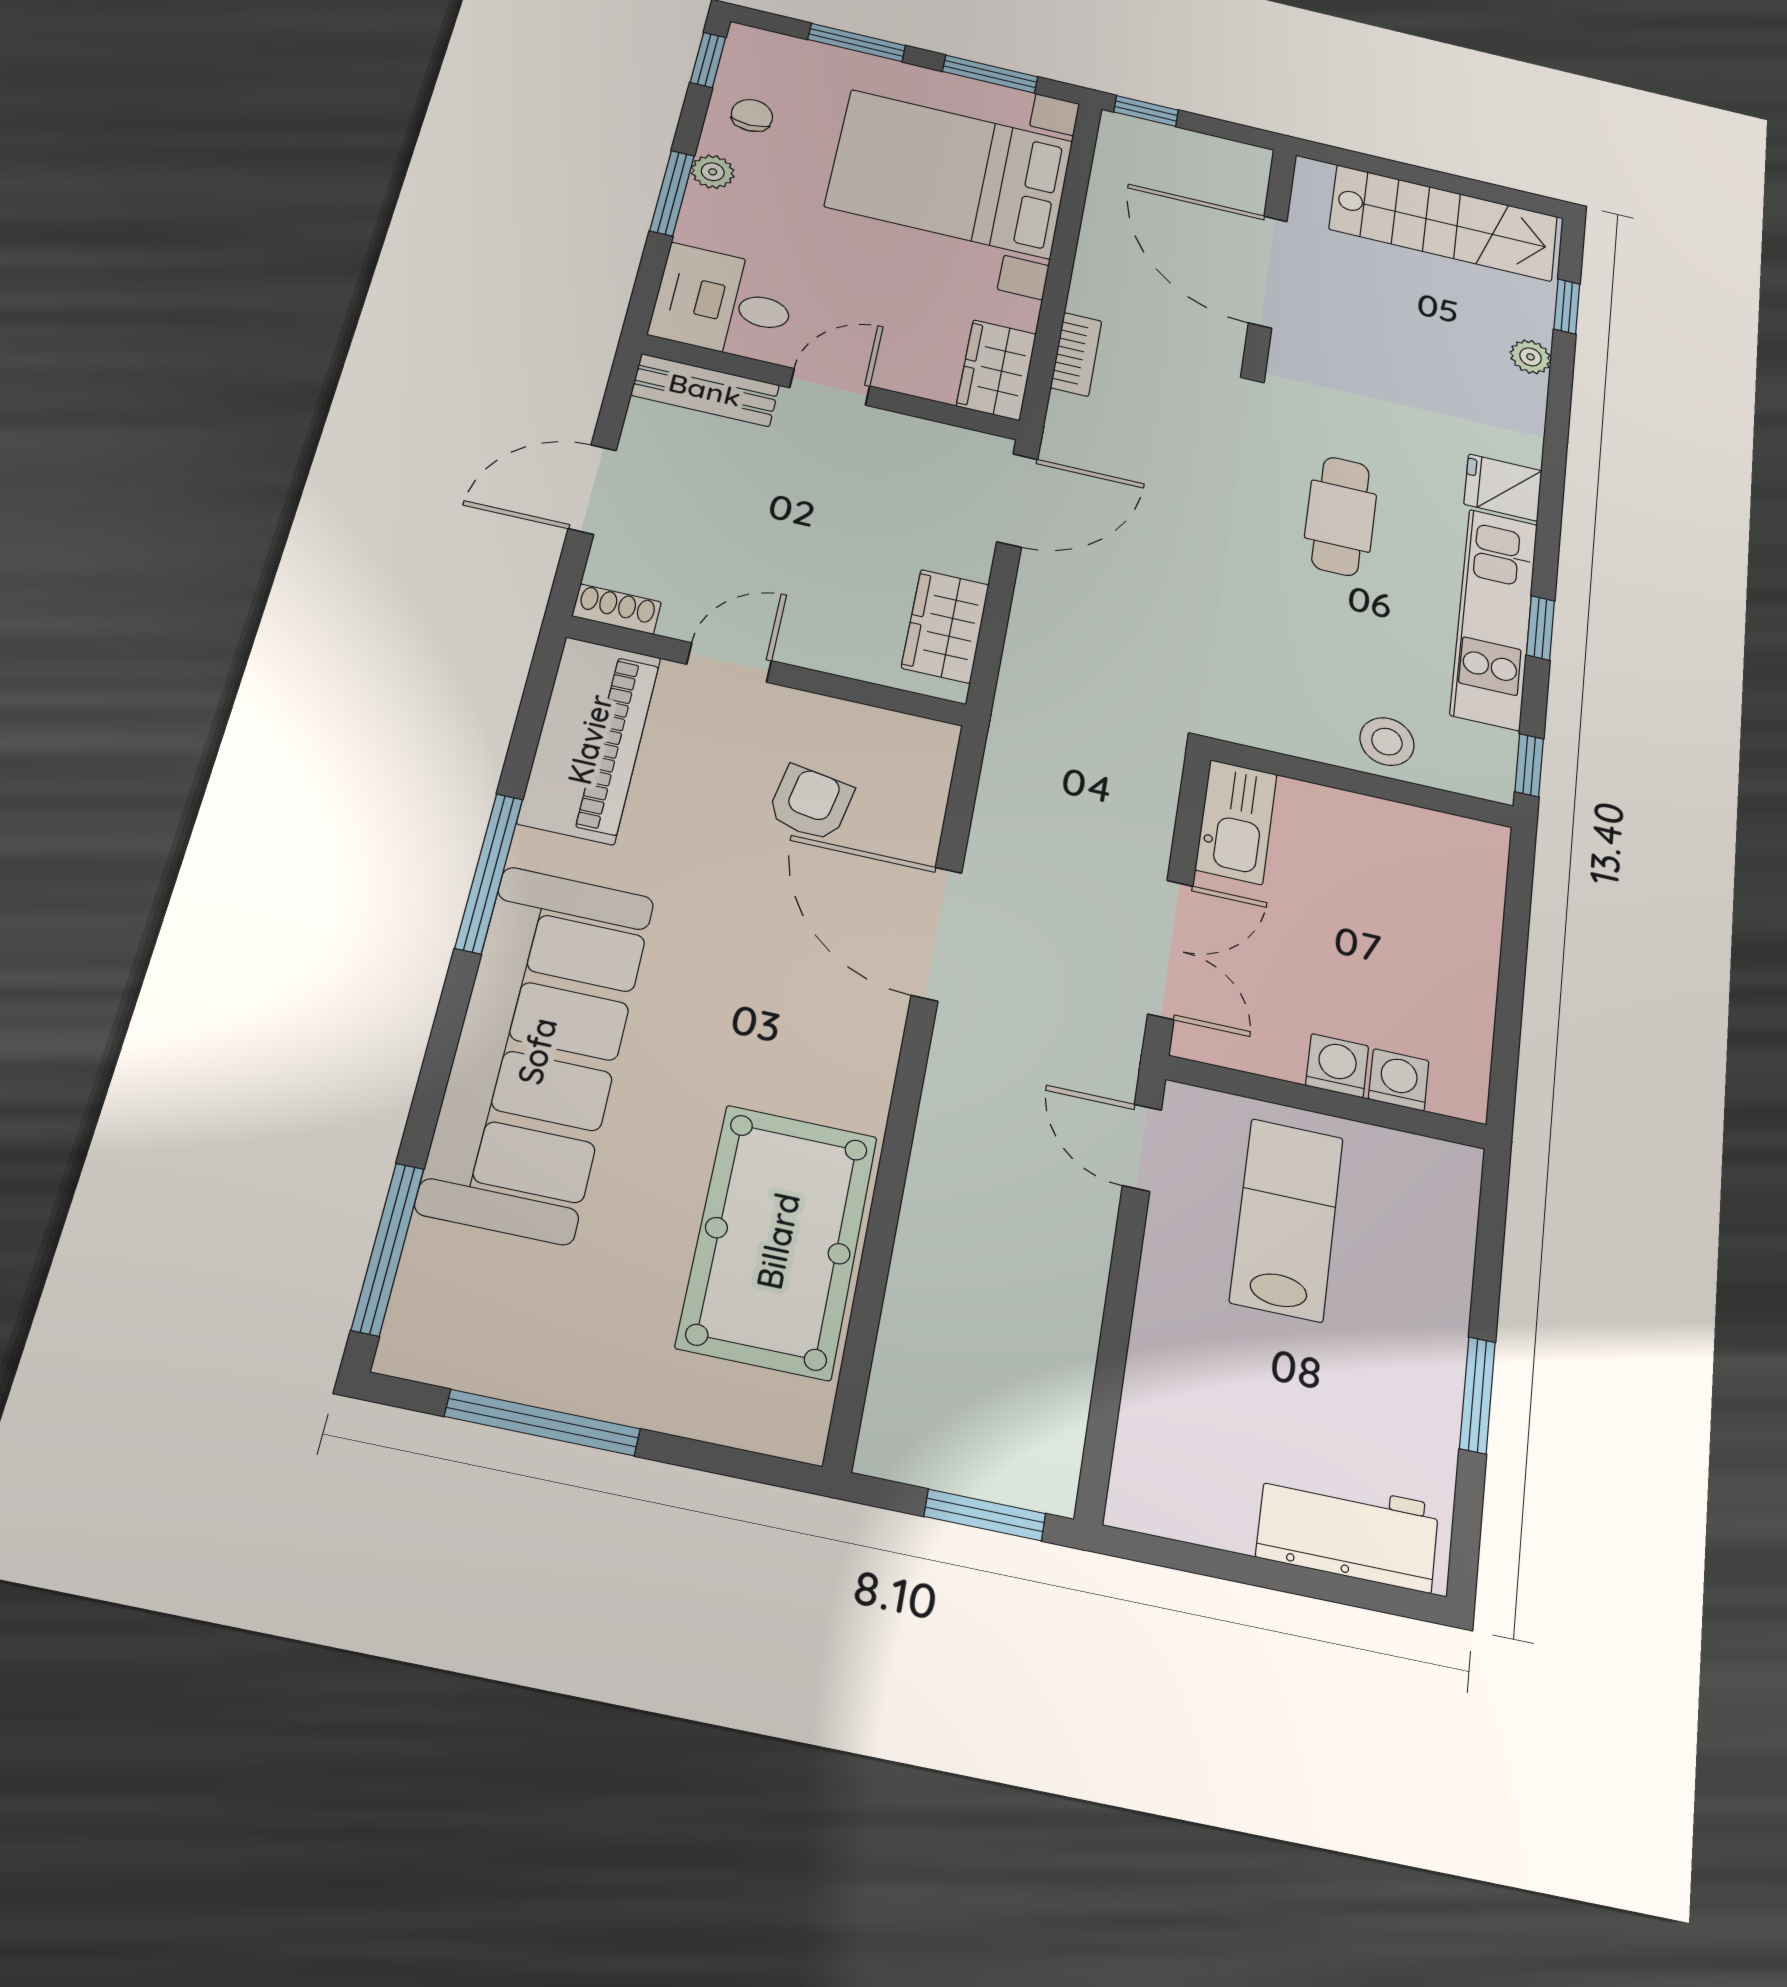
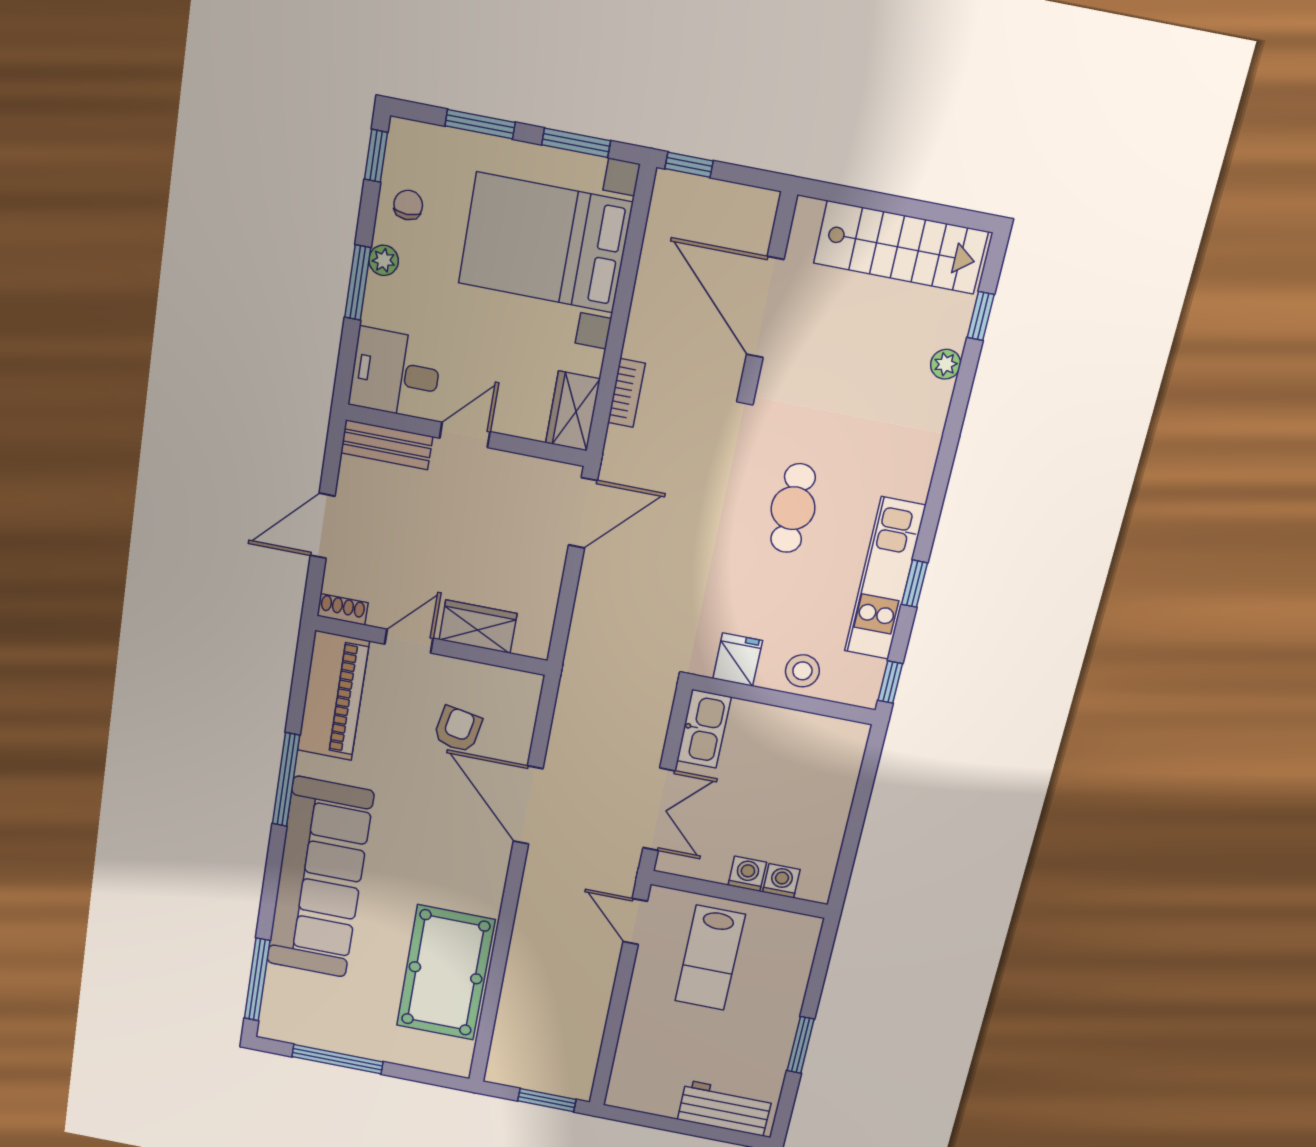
fridge: (1503, 487) -> (738, 660), moved, turned 90
wardrobe: (945, 626) -> (478, 627), moved, turned 90
lab bench: (1287, 1219) -> (710, 958), turned 180

